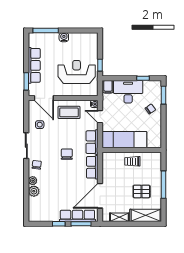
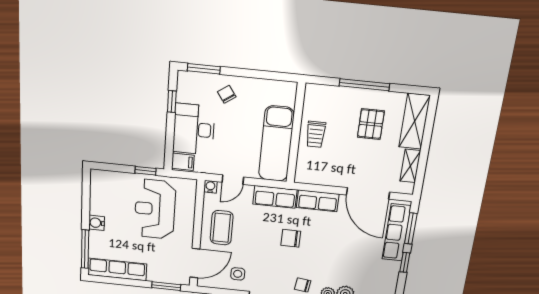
row of seats: (34, 65) -> (117, 269), moved

